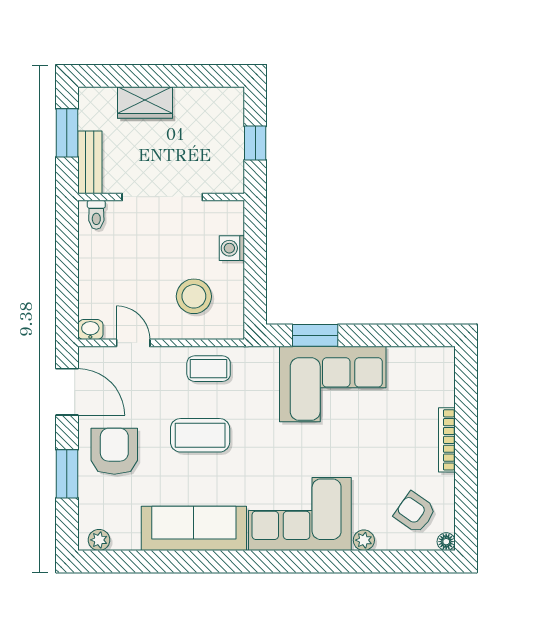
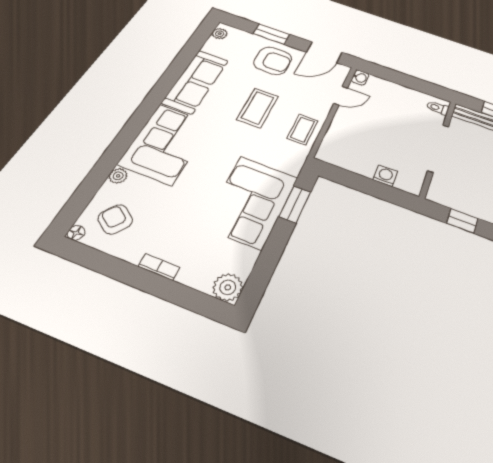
stool: (194, 296) -> (359, 140), removed
plant: (439, 362) -> (228, 287), added
bookcase: (447, 440) -> (159, 267), width x0.64
armchair: (415, 512) -> (115, 219), turned -90

